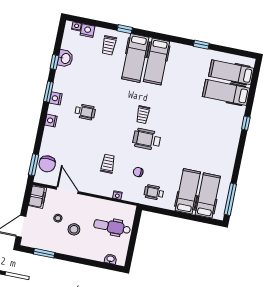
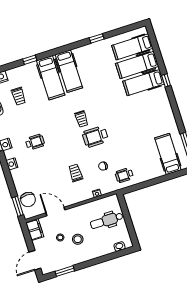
trolley: (109, 45) -> (19, 96), moved
hospital bed: (188, 191) -> (144, 83), moved, turned -90

